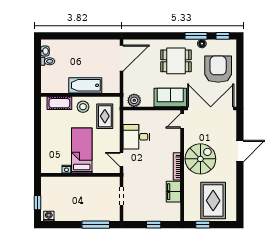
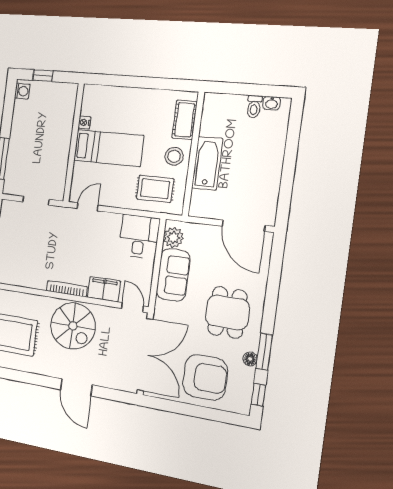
sofa: (170, 97) -> (173, 275), moved
desk: (137, 137) -> (139, 237), moved
filing cabinet: (173, 192) -> (104, 289), moved

